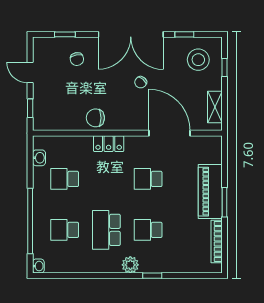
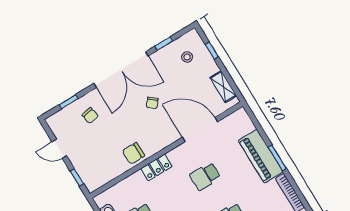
stool: (198, 60) -> (187, 57), width x0.53, depth x0.53

